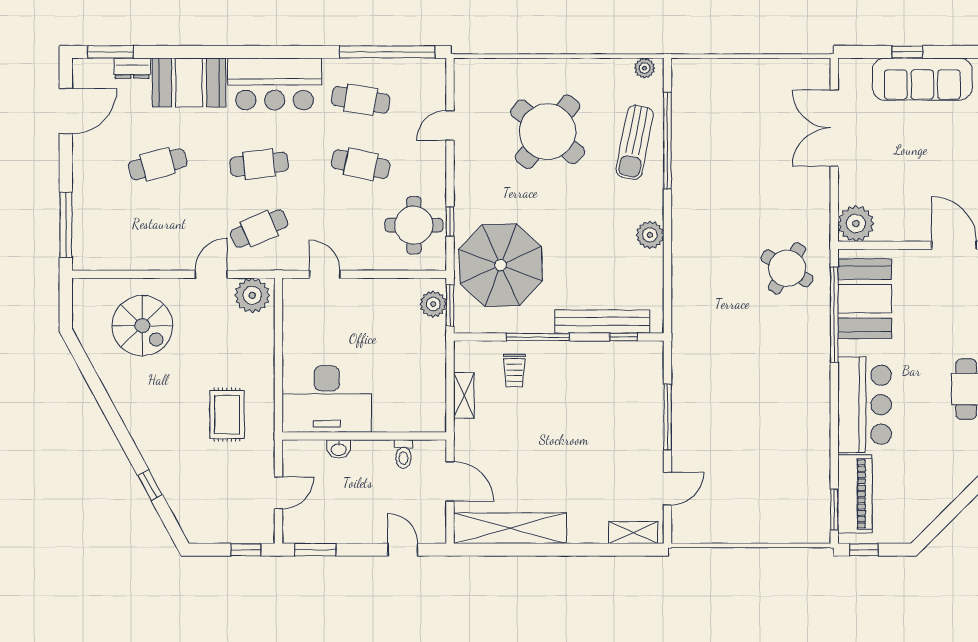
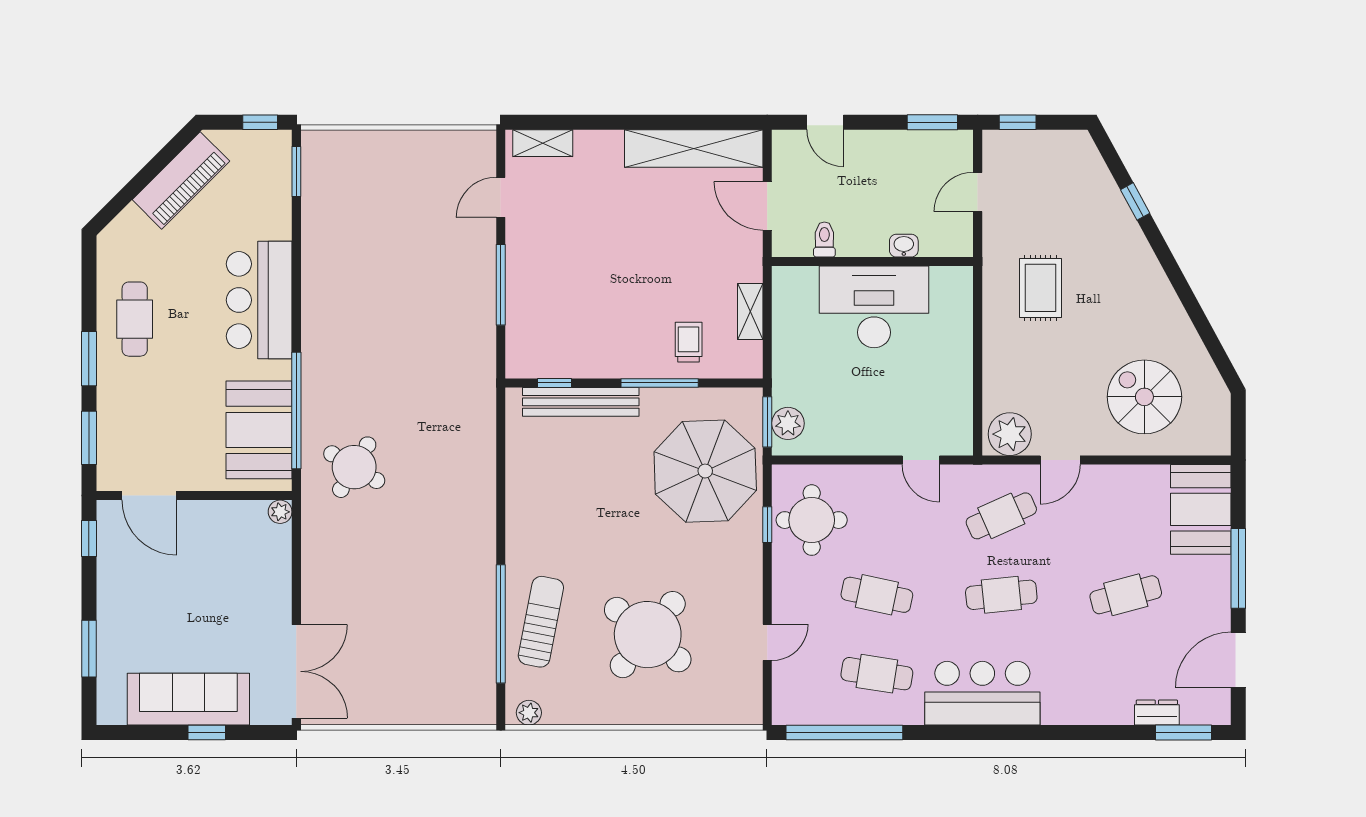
booth: (189, 82) -> (1201, 509), moved, turned 90
double door: (834, 128) -> (296, 671), moved
plant: (856, 224) -> (280, 512), width x0.53, depth x0.53
window: (66, 225) -> (1238, 568), moved
plant: (650, 235) -> (522, 508), removed
desk: (327, 399) -> (874, 307), moved
piano: (855, 494) -> (181, 180), moved, turned -135

